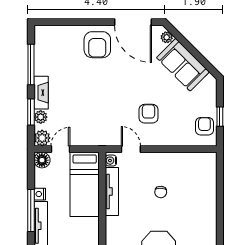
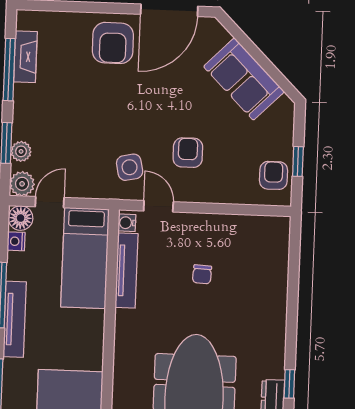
door: (133, 22) -> (169, 10), hinge flipped
plant: (167, 37) -> (220, 36), removed
fireplace: (41, 93) -> (25, 57), moved
side table: (111, 125) -> (130, 167), added
nightstand: (40, 194) -> (16, 241), moved

